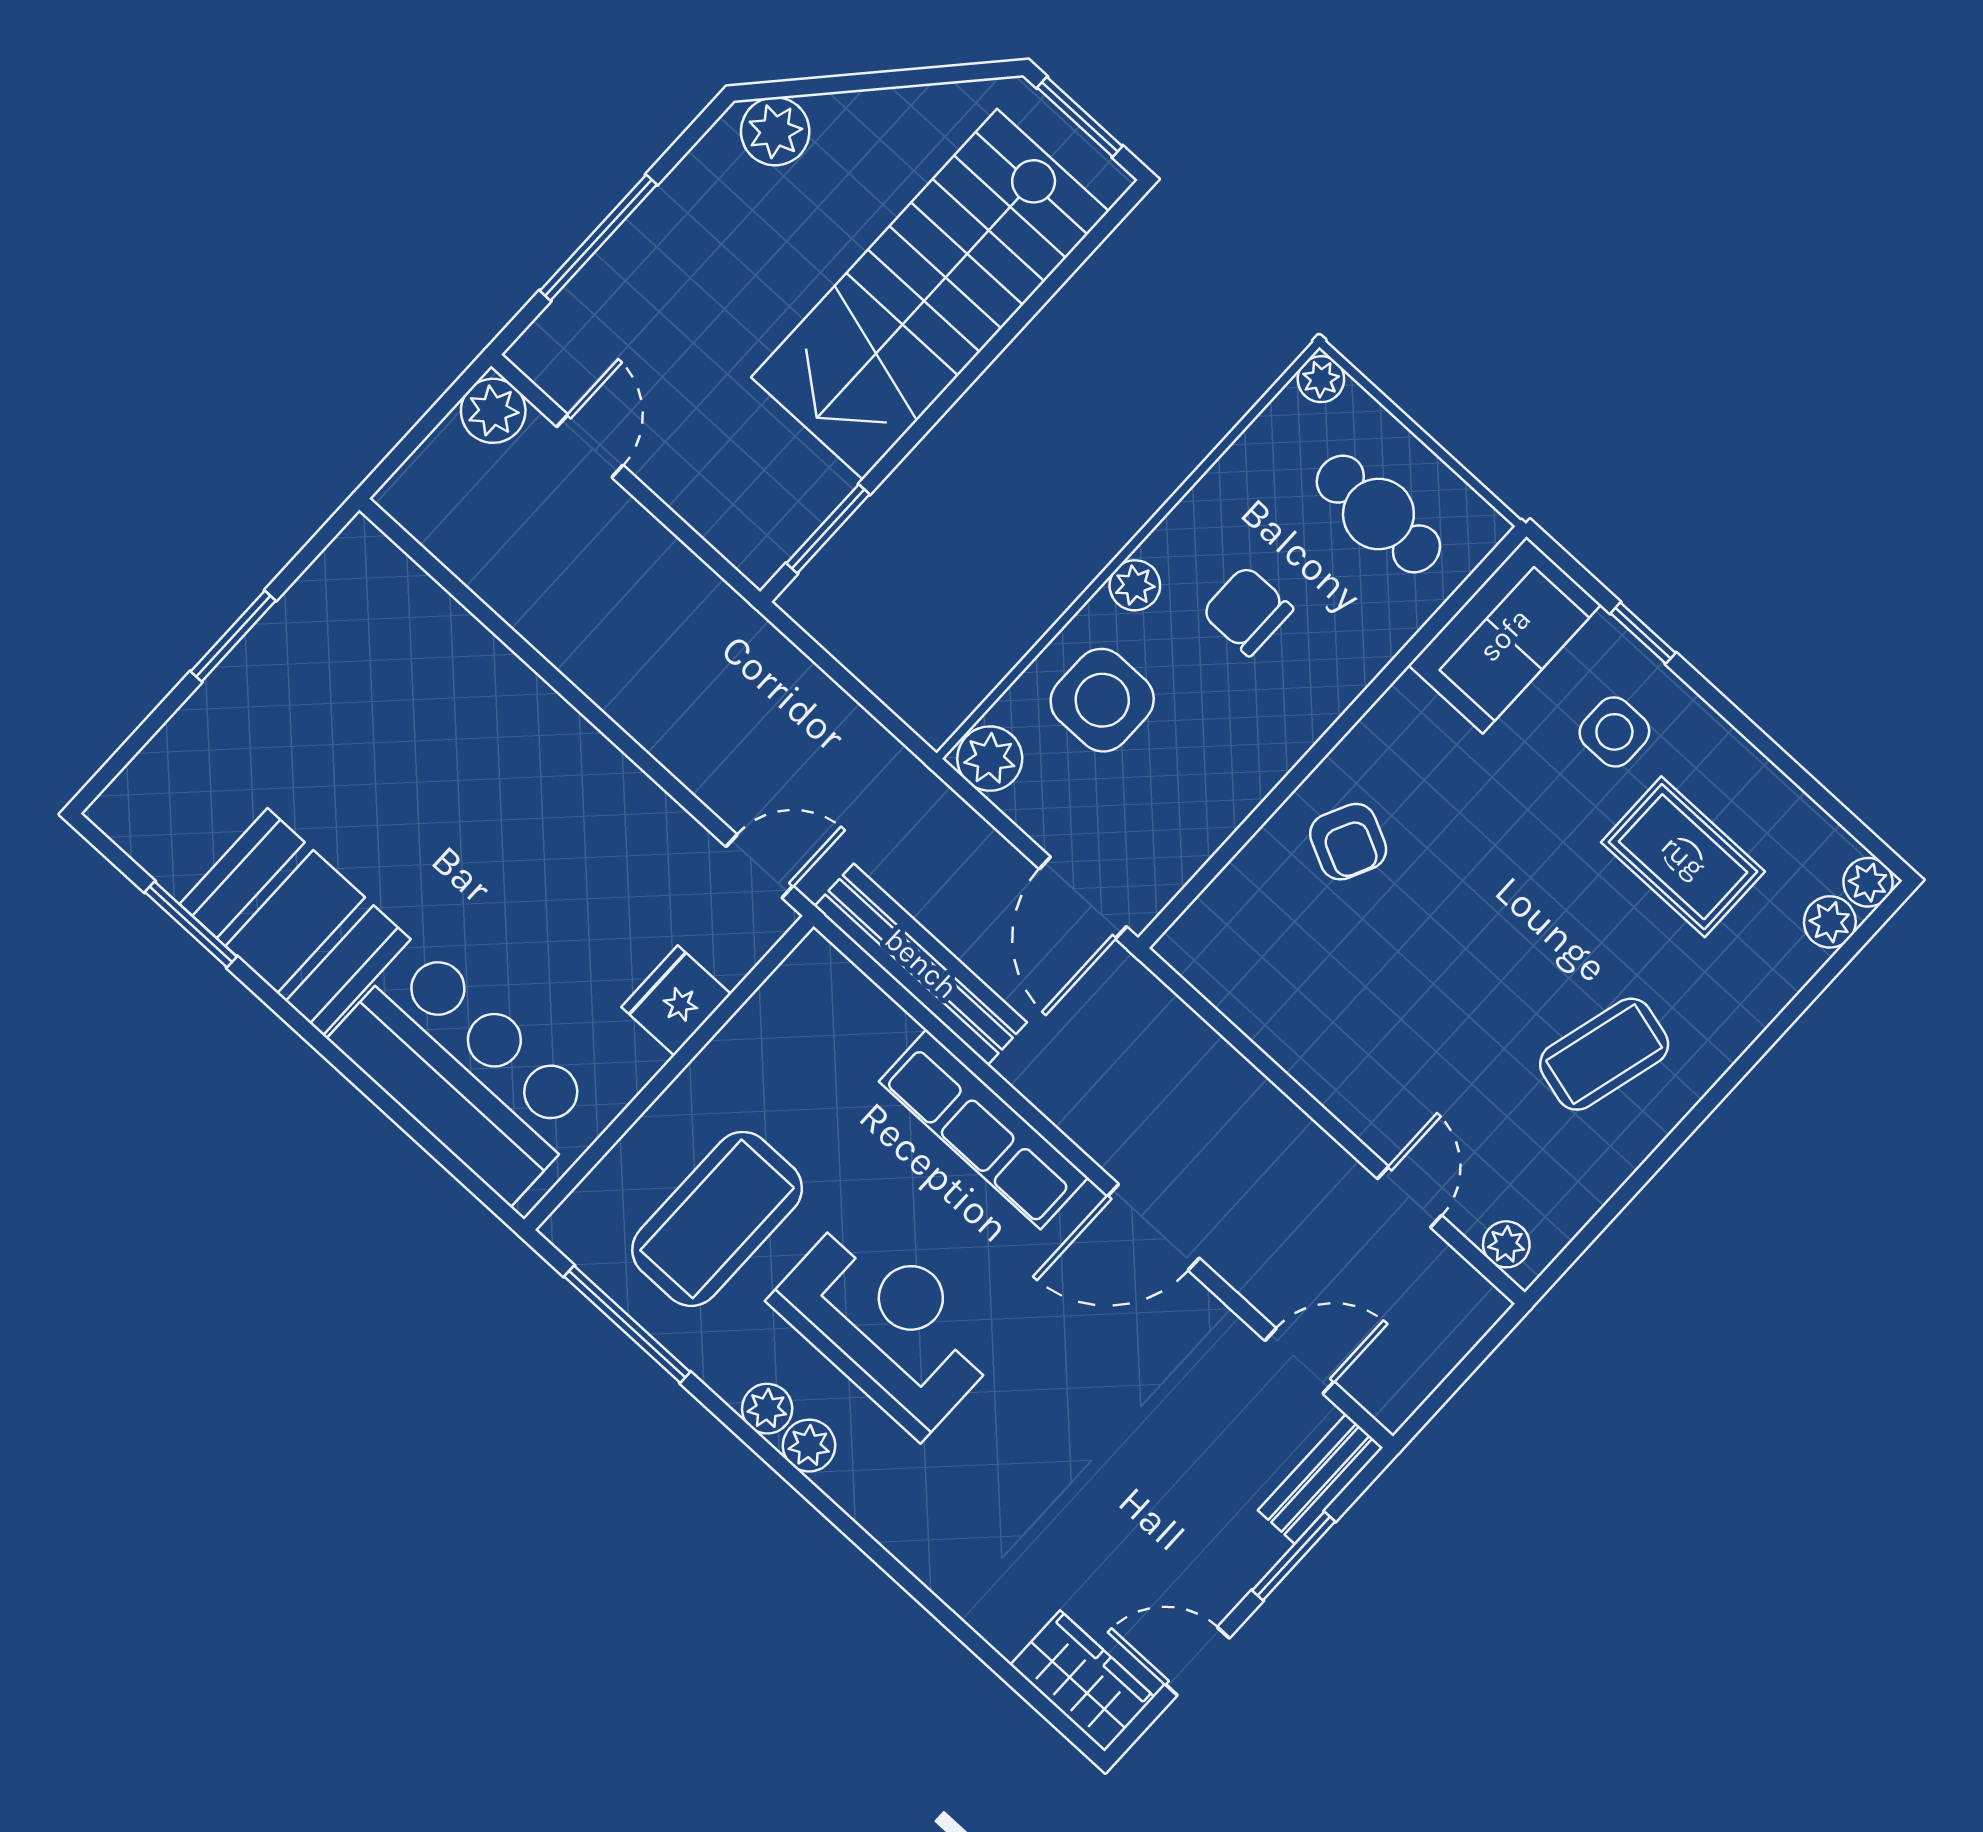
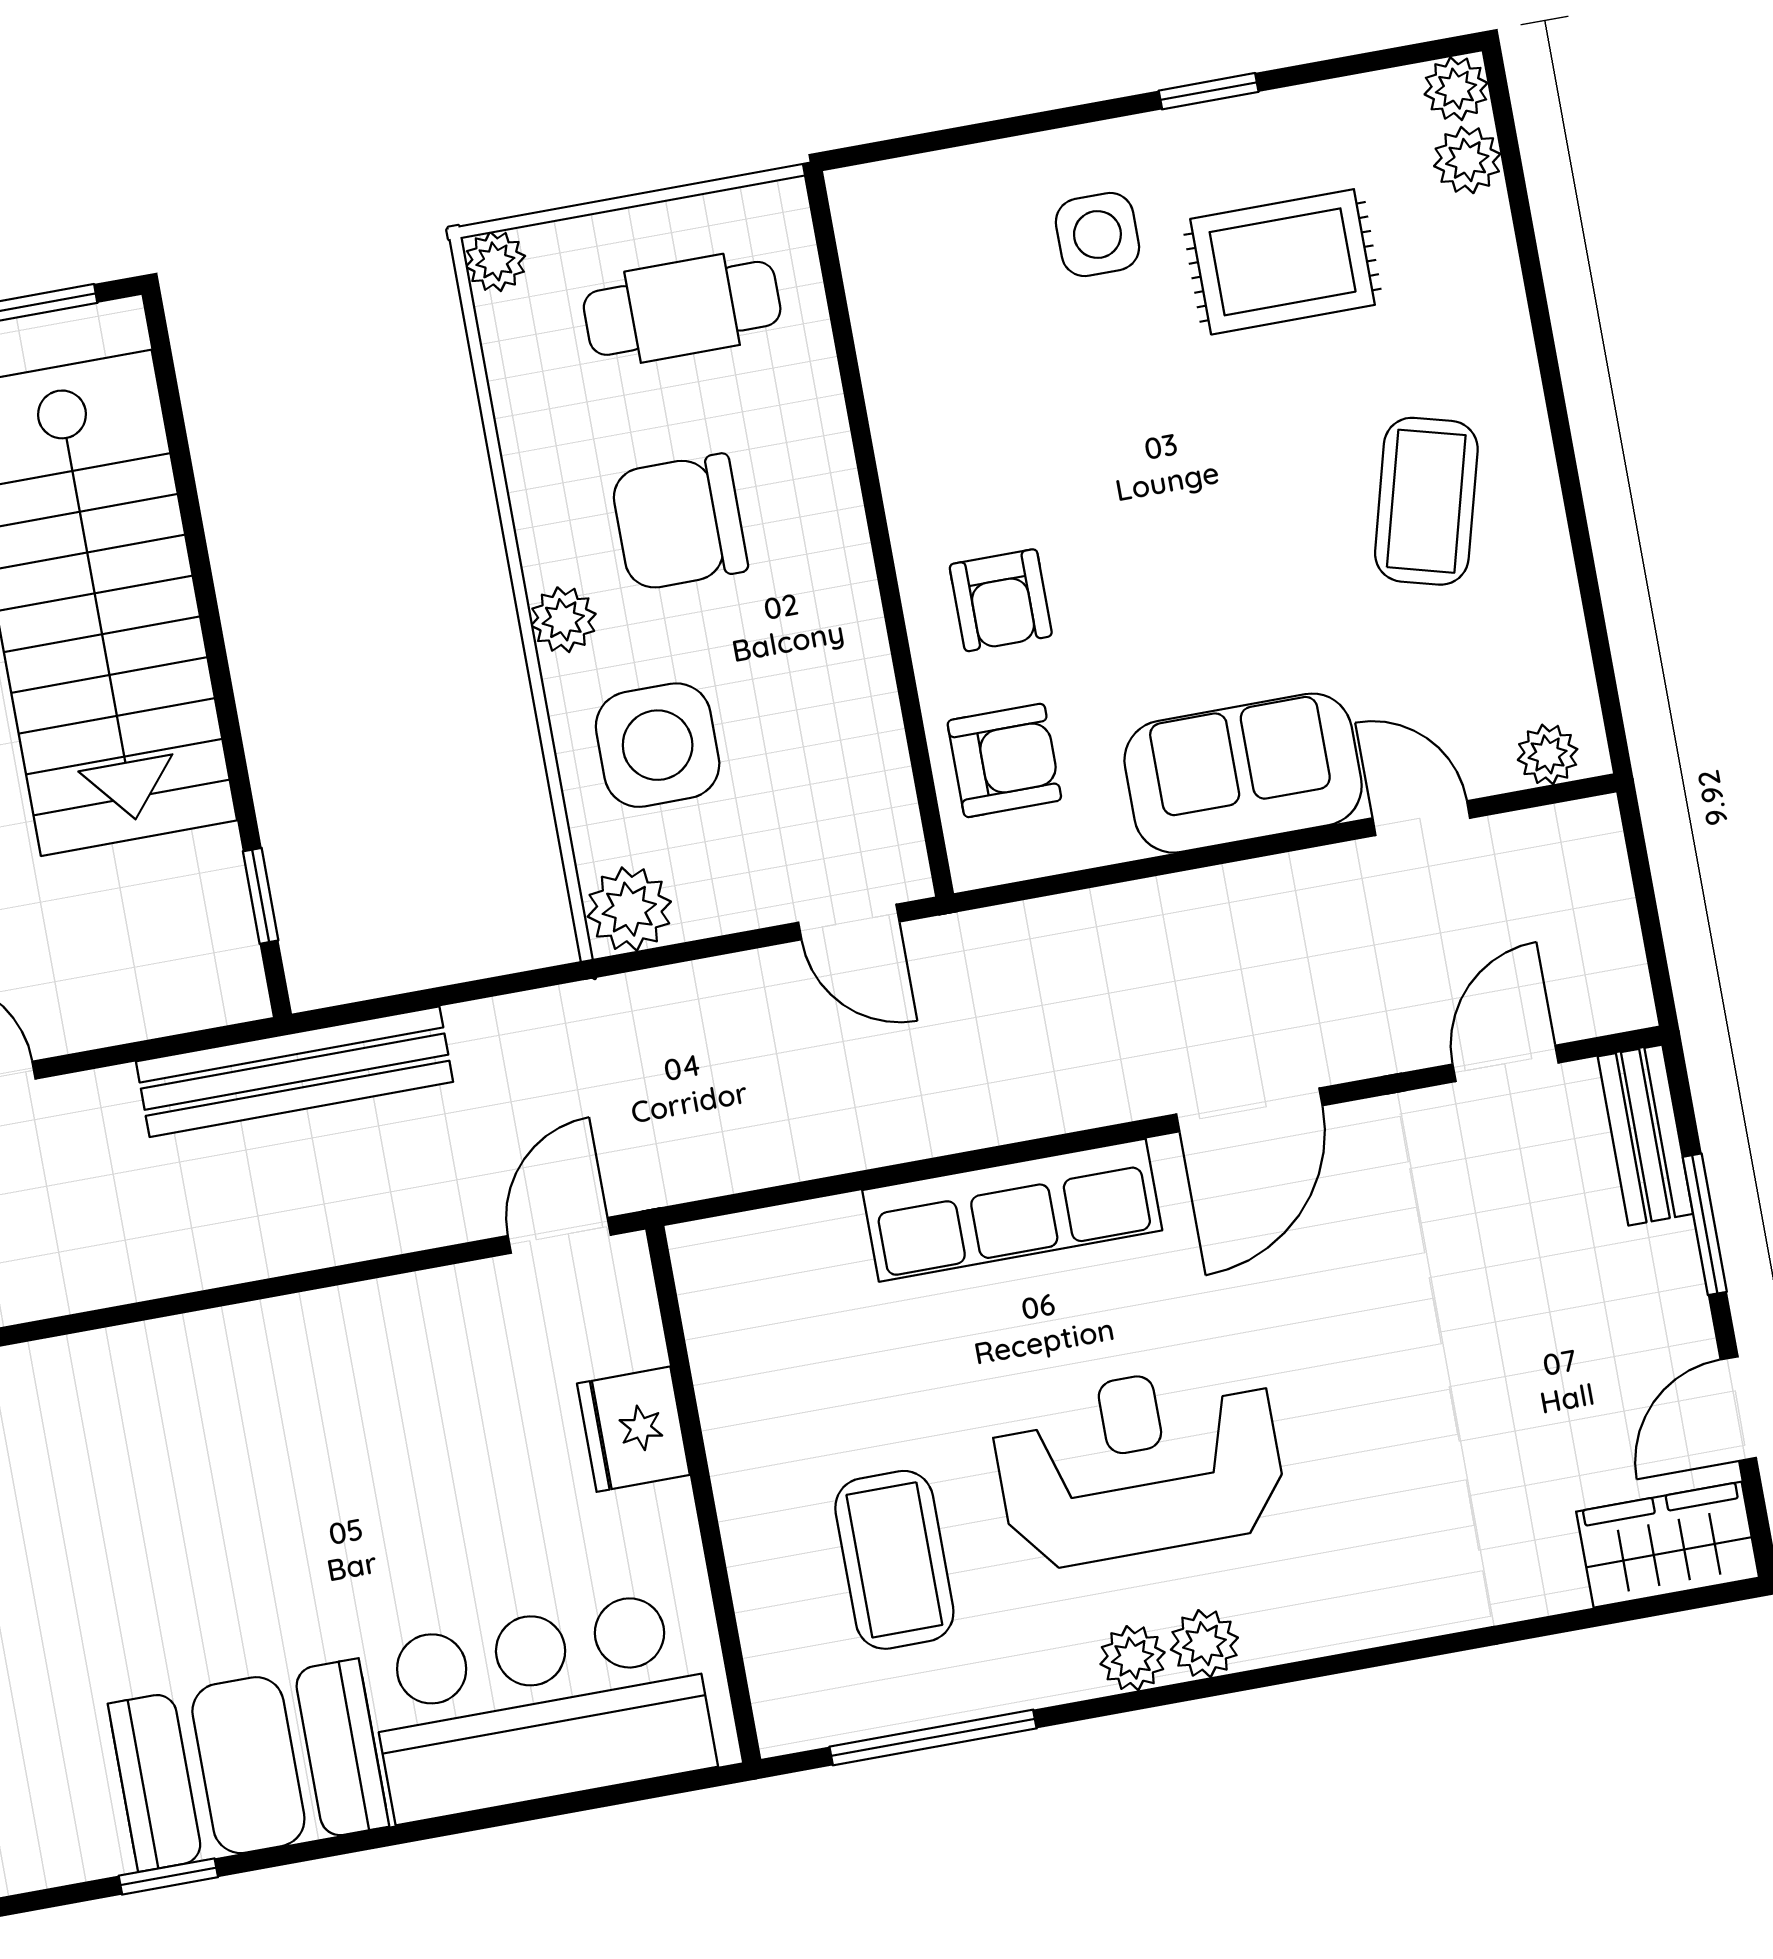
window: (828, 529) -> (261, 896), width x0.67
chair: (1247, 611) -> (679, 522), width x1.37, depth x1.37
window: (1643, 633) -> (1209, 91), moved
sofa: (1505, 635) -> (1243, 773), moved, turned -90
armchair: (1348, 842) -> (1001, 600), turned 64
door: (1083, 898) -> (849, 922), width x0.73
armchair: (1253, 918) -> (1004, 760), added
window: (191, 924) -> (168, 1876), width x0.67
bench: (921, 964) -> (295, 1072), moved
coffee table: (717, 1219) -> (894, 1560), width x0.73, depth x0.76

